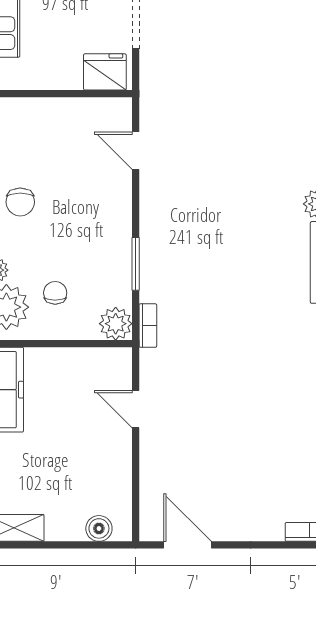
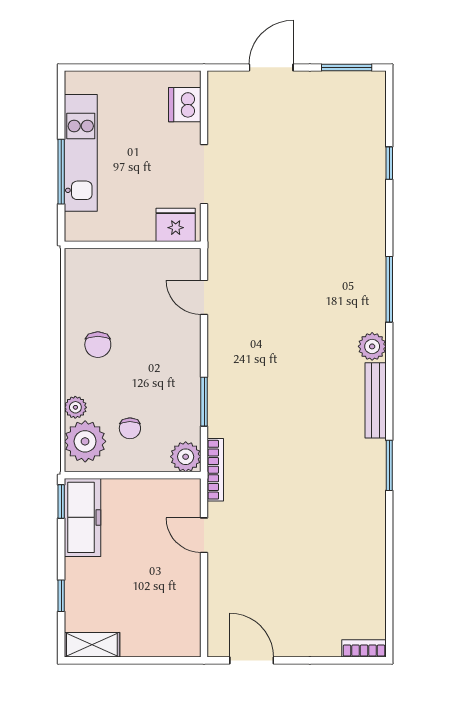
chair: (55, 293) -> (130, 428), turned 180
bookcase: (148, 326) -> (215, 470), width x1.56
boiler: (99, 528) -> (170, 645), removed

